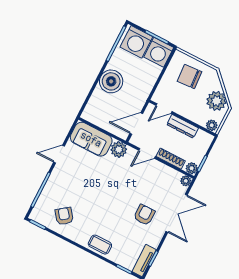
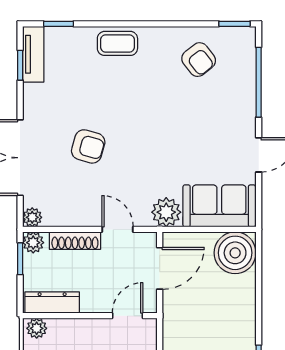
boiler: (111, 81) -> (235, 253), moved
dresser: (183, 126) -> (52, 302), moved
door: (147, 153) -> (118, 229), hinge flipped
armchair: (144, 215) -> (88, 146), moved, turned -74

